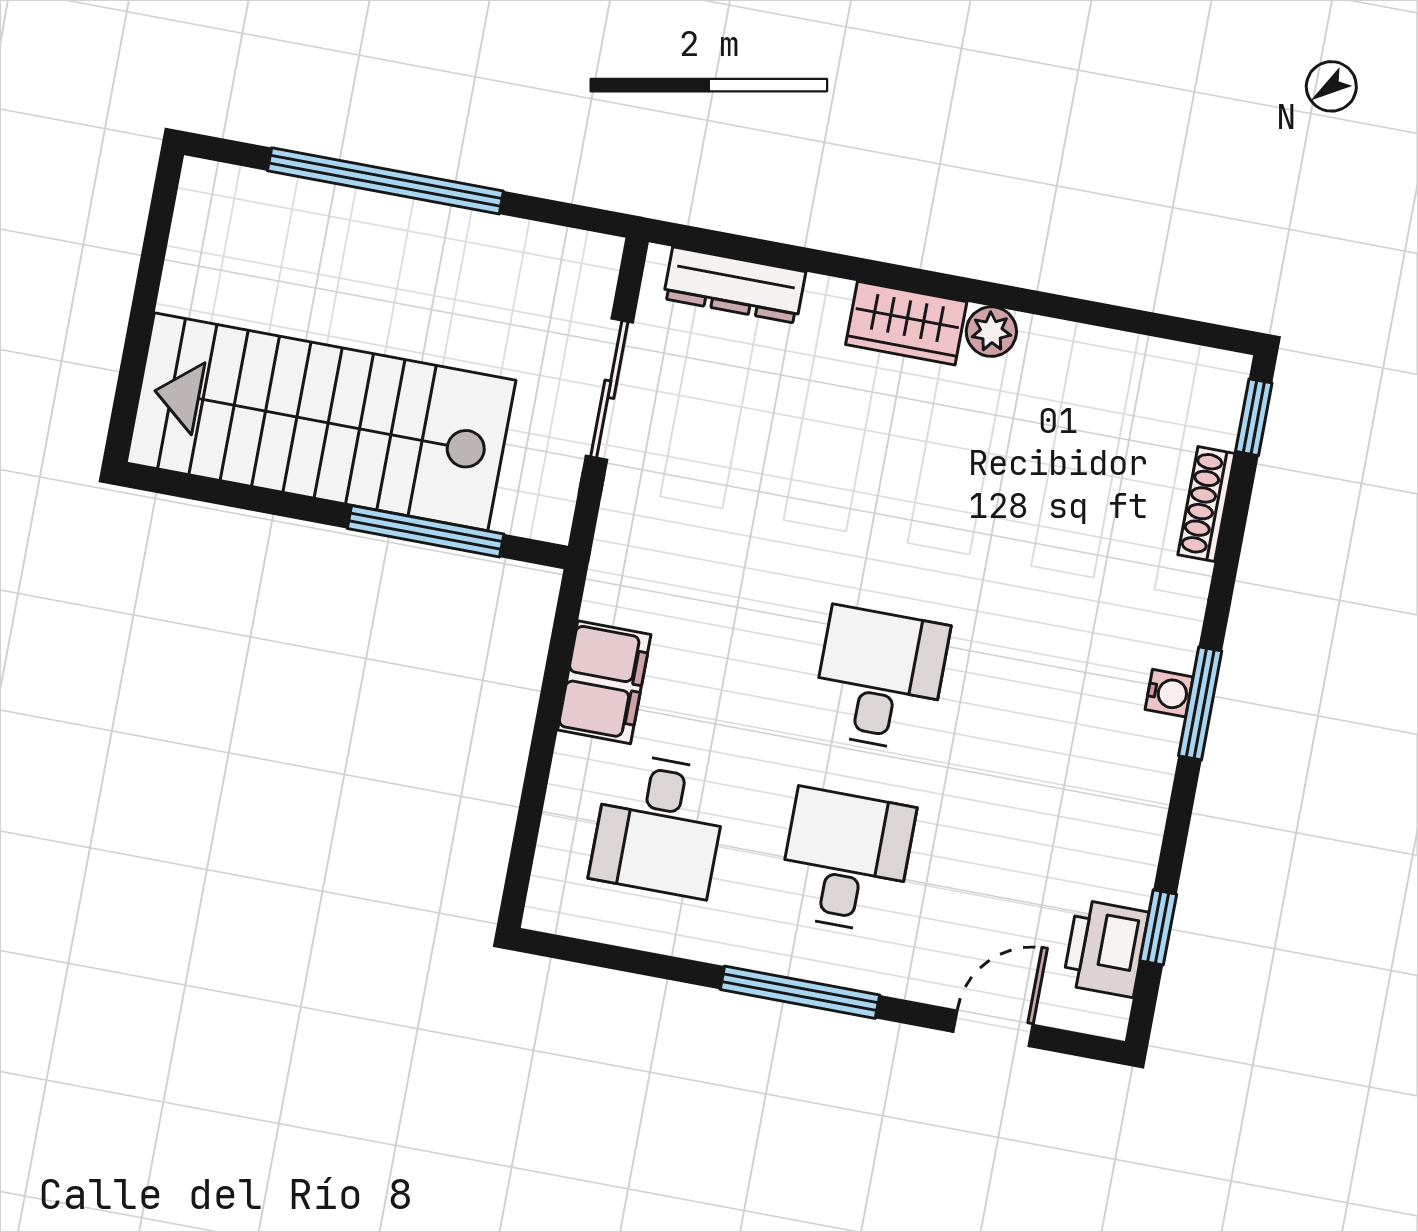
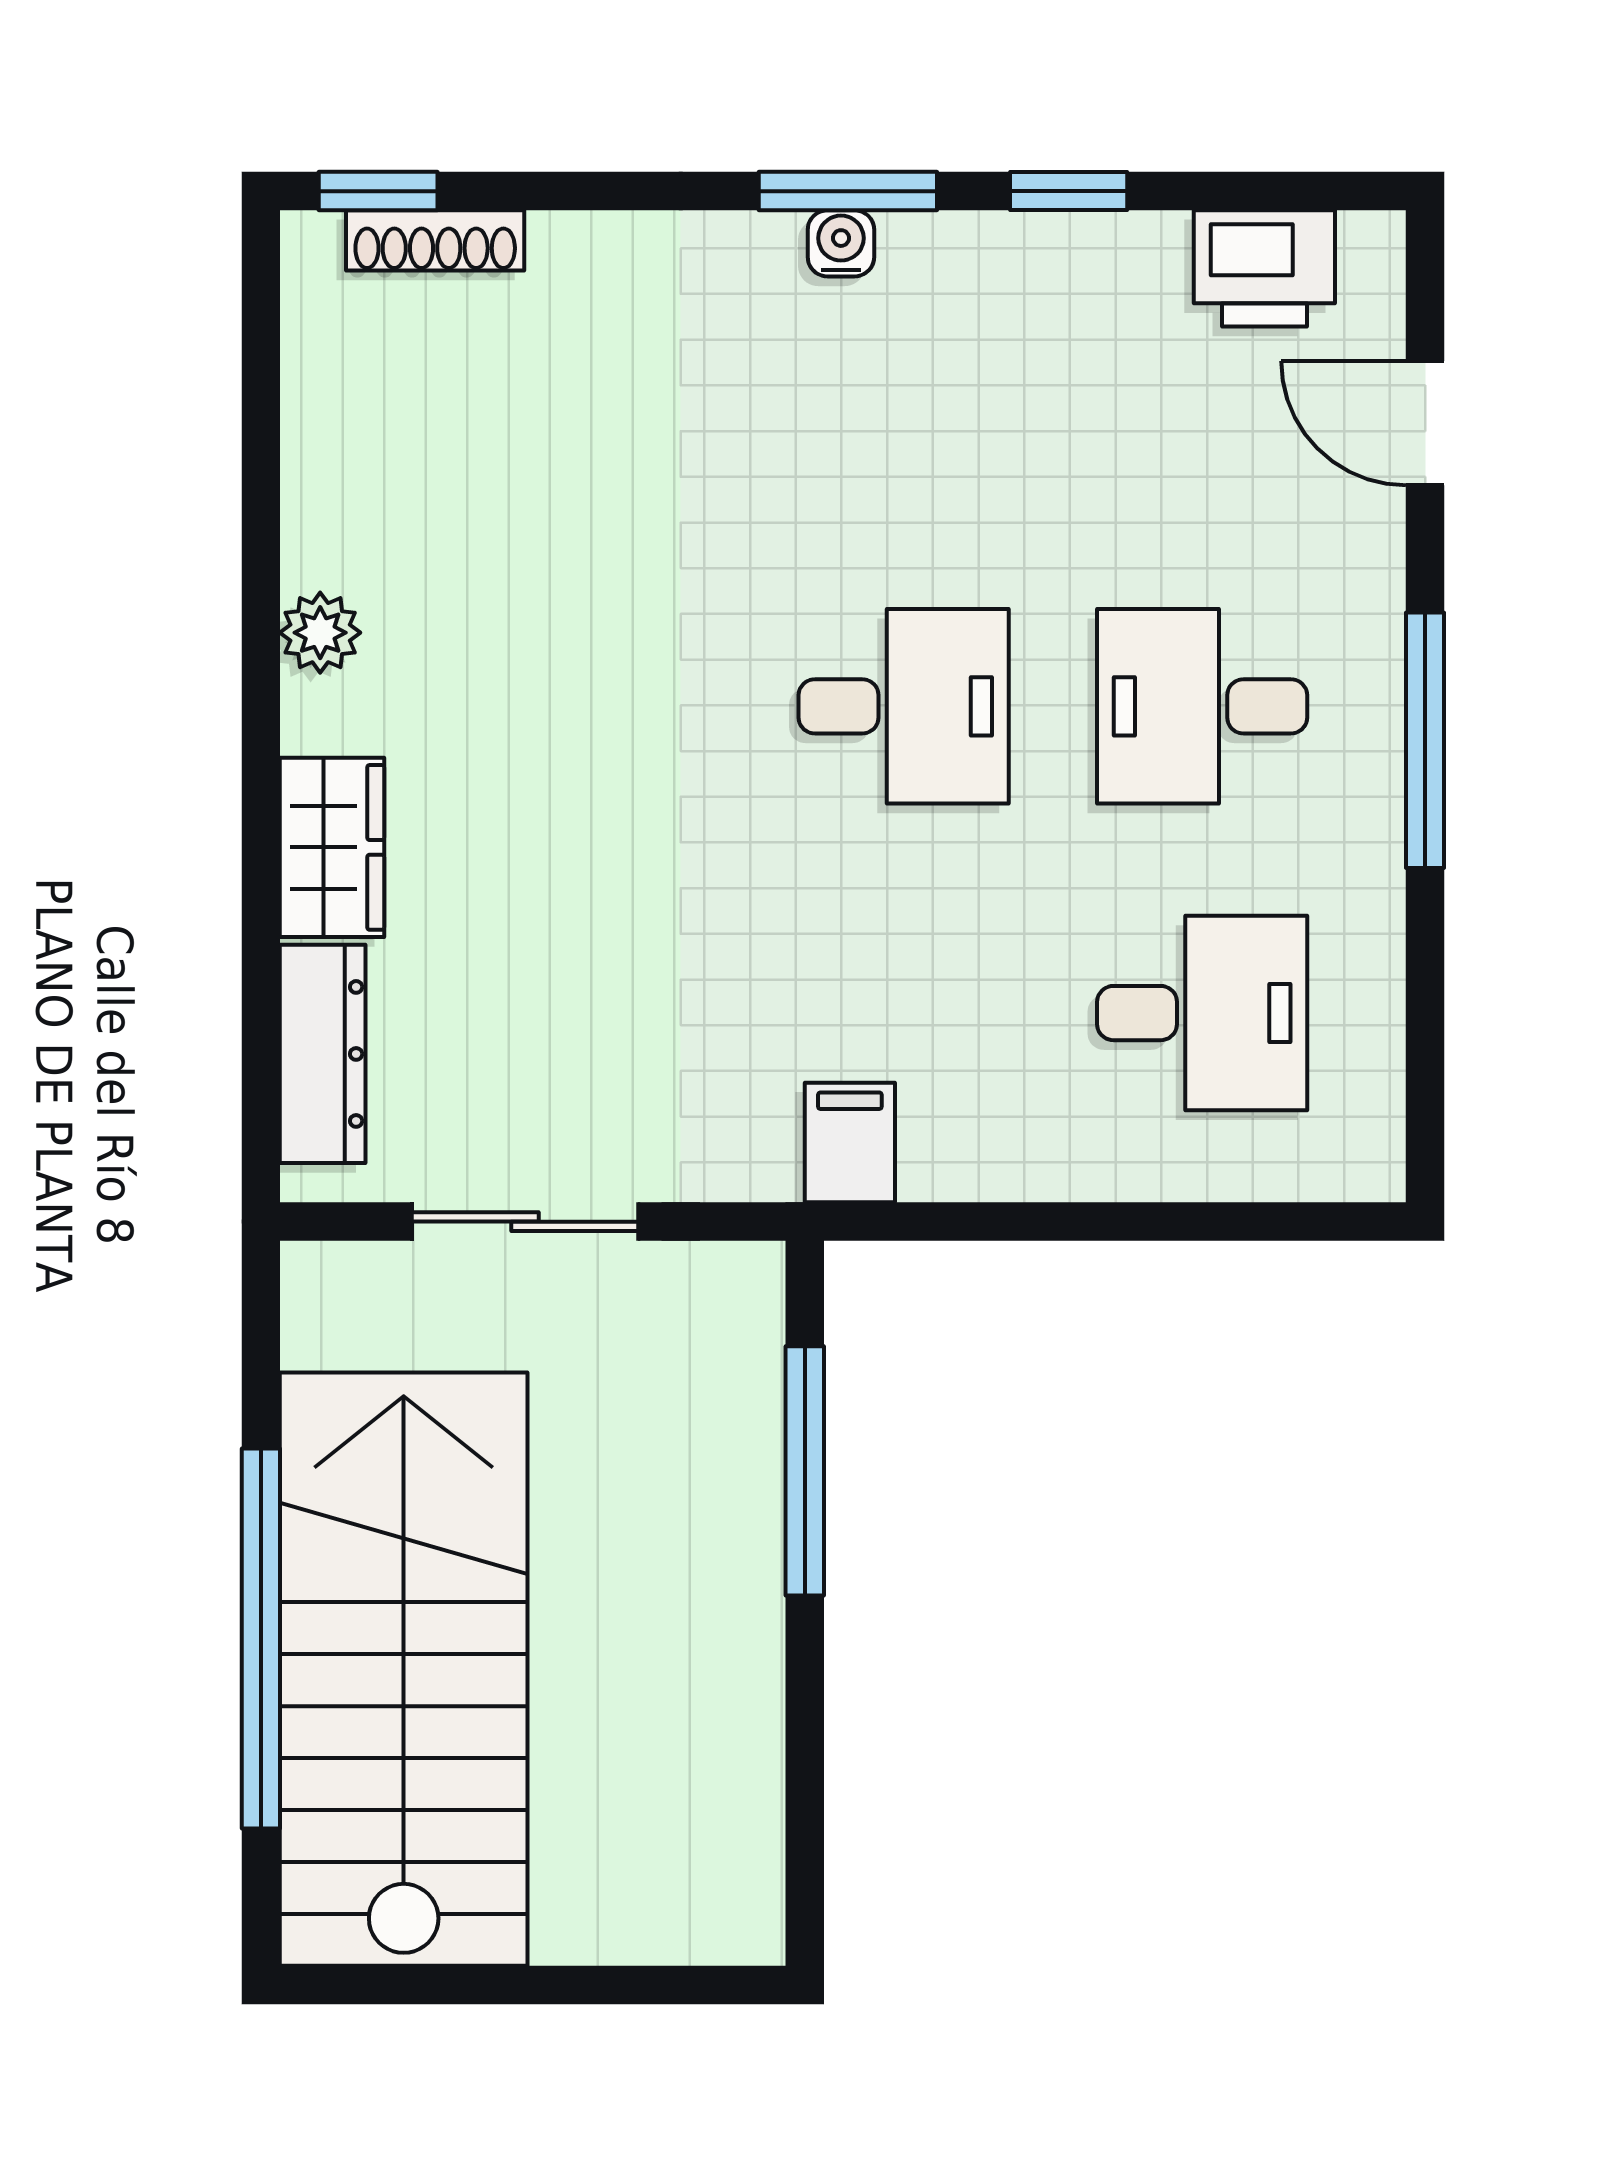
wardrobe: (906, 323) -> (332, 847), moved
stairs: (321, 422) -> (404, 1669), moved, turned 180
shoe rack: (1206, 504) -> (435, 240), moved
desk: (880, 679) -> (904, 706), turned 180
filing cabinet: (604, 682) -> (850, 1143), moved, width x0.50
window: (1158, 927) -> (1069, 191), moved

